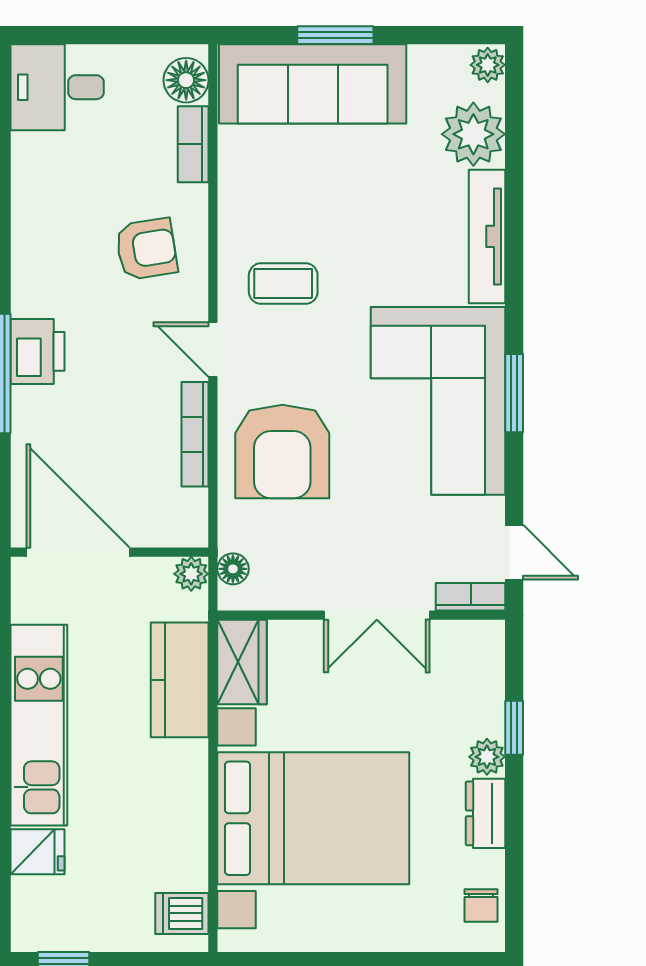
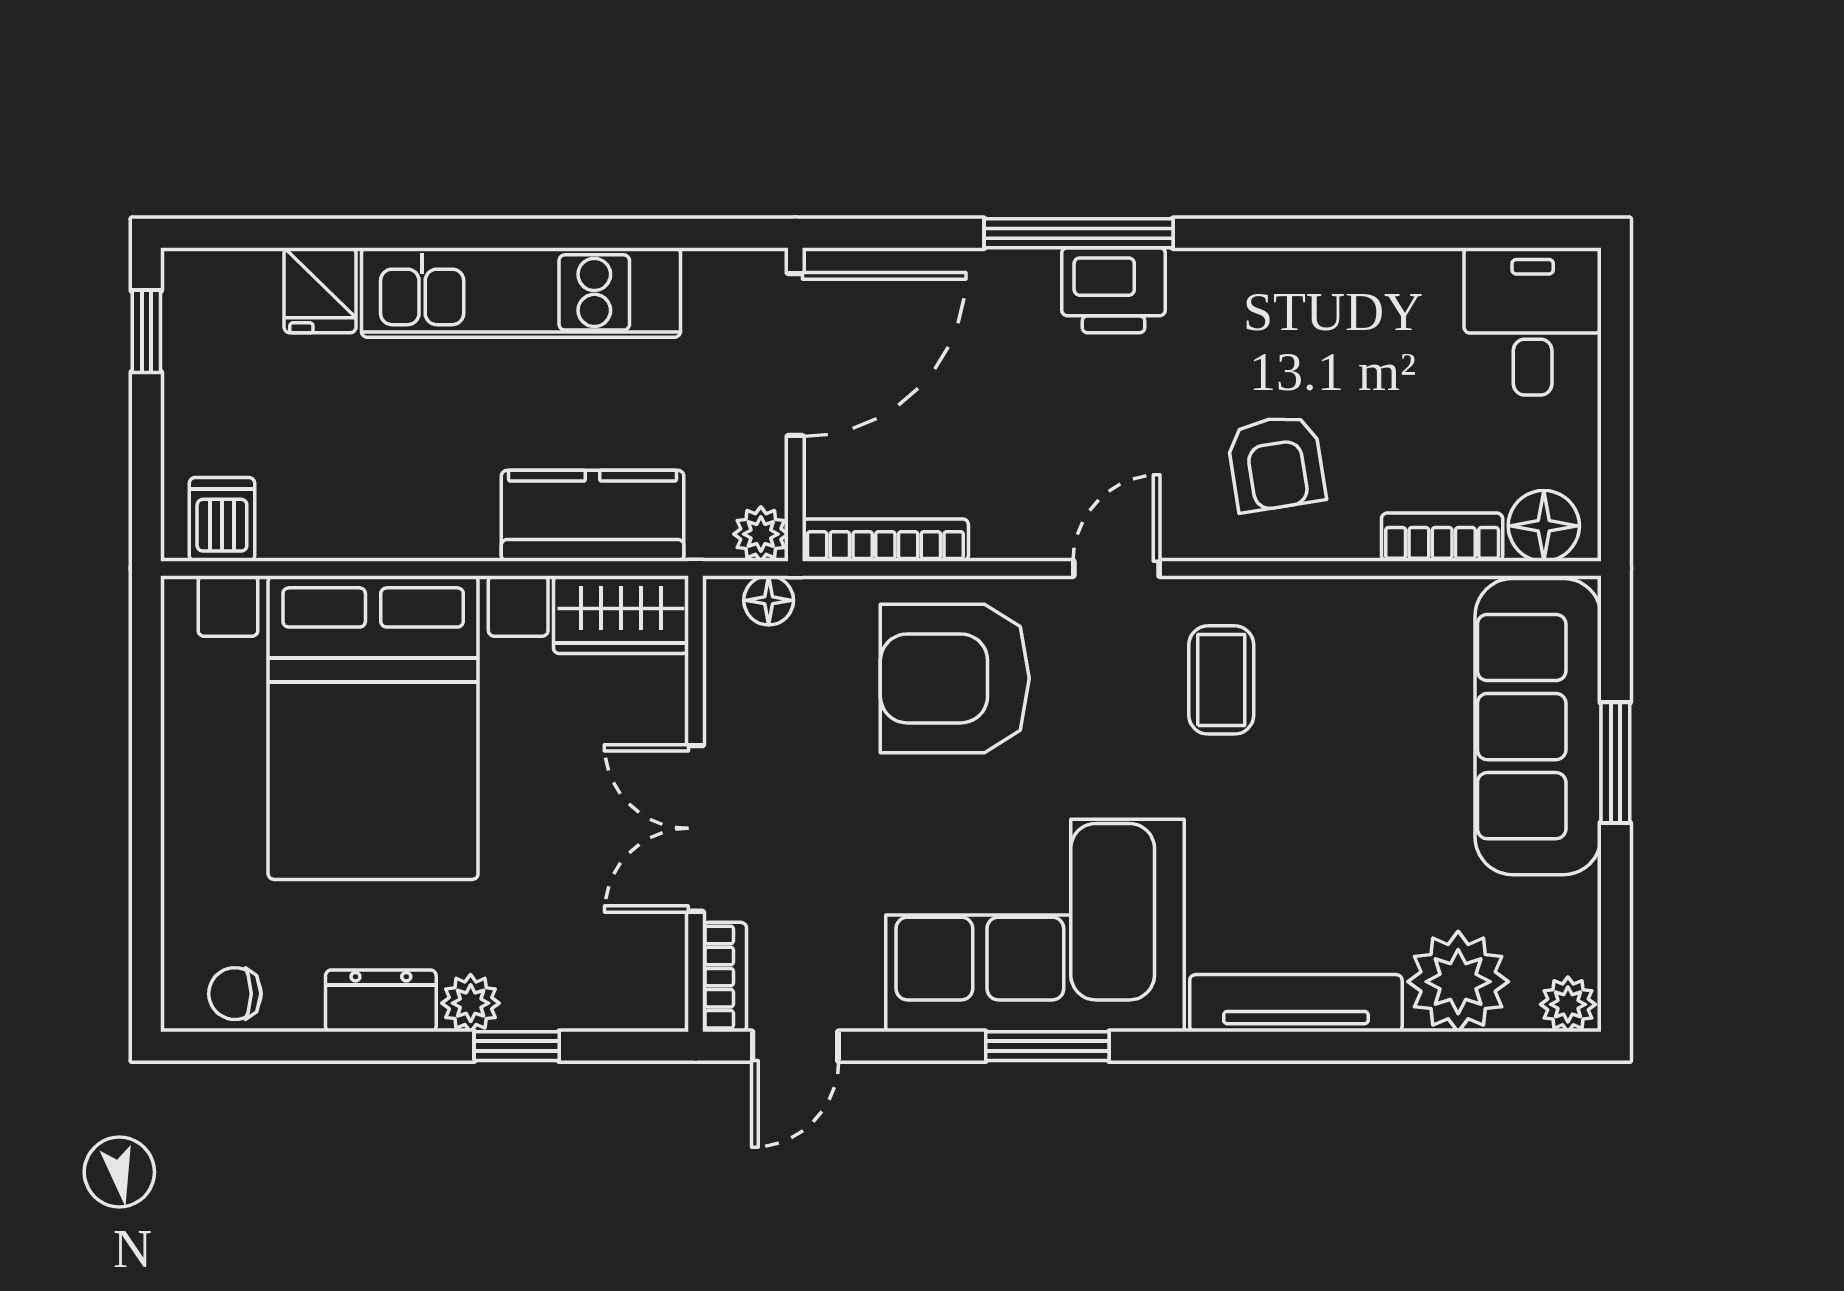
bookcase: (195, 434) -> (885, 540), moved

